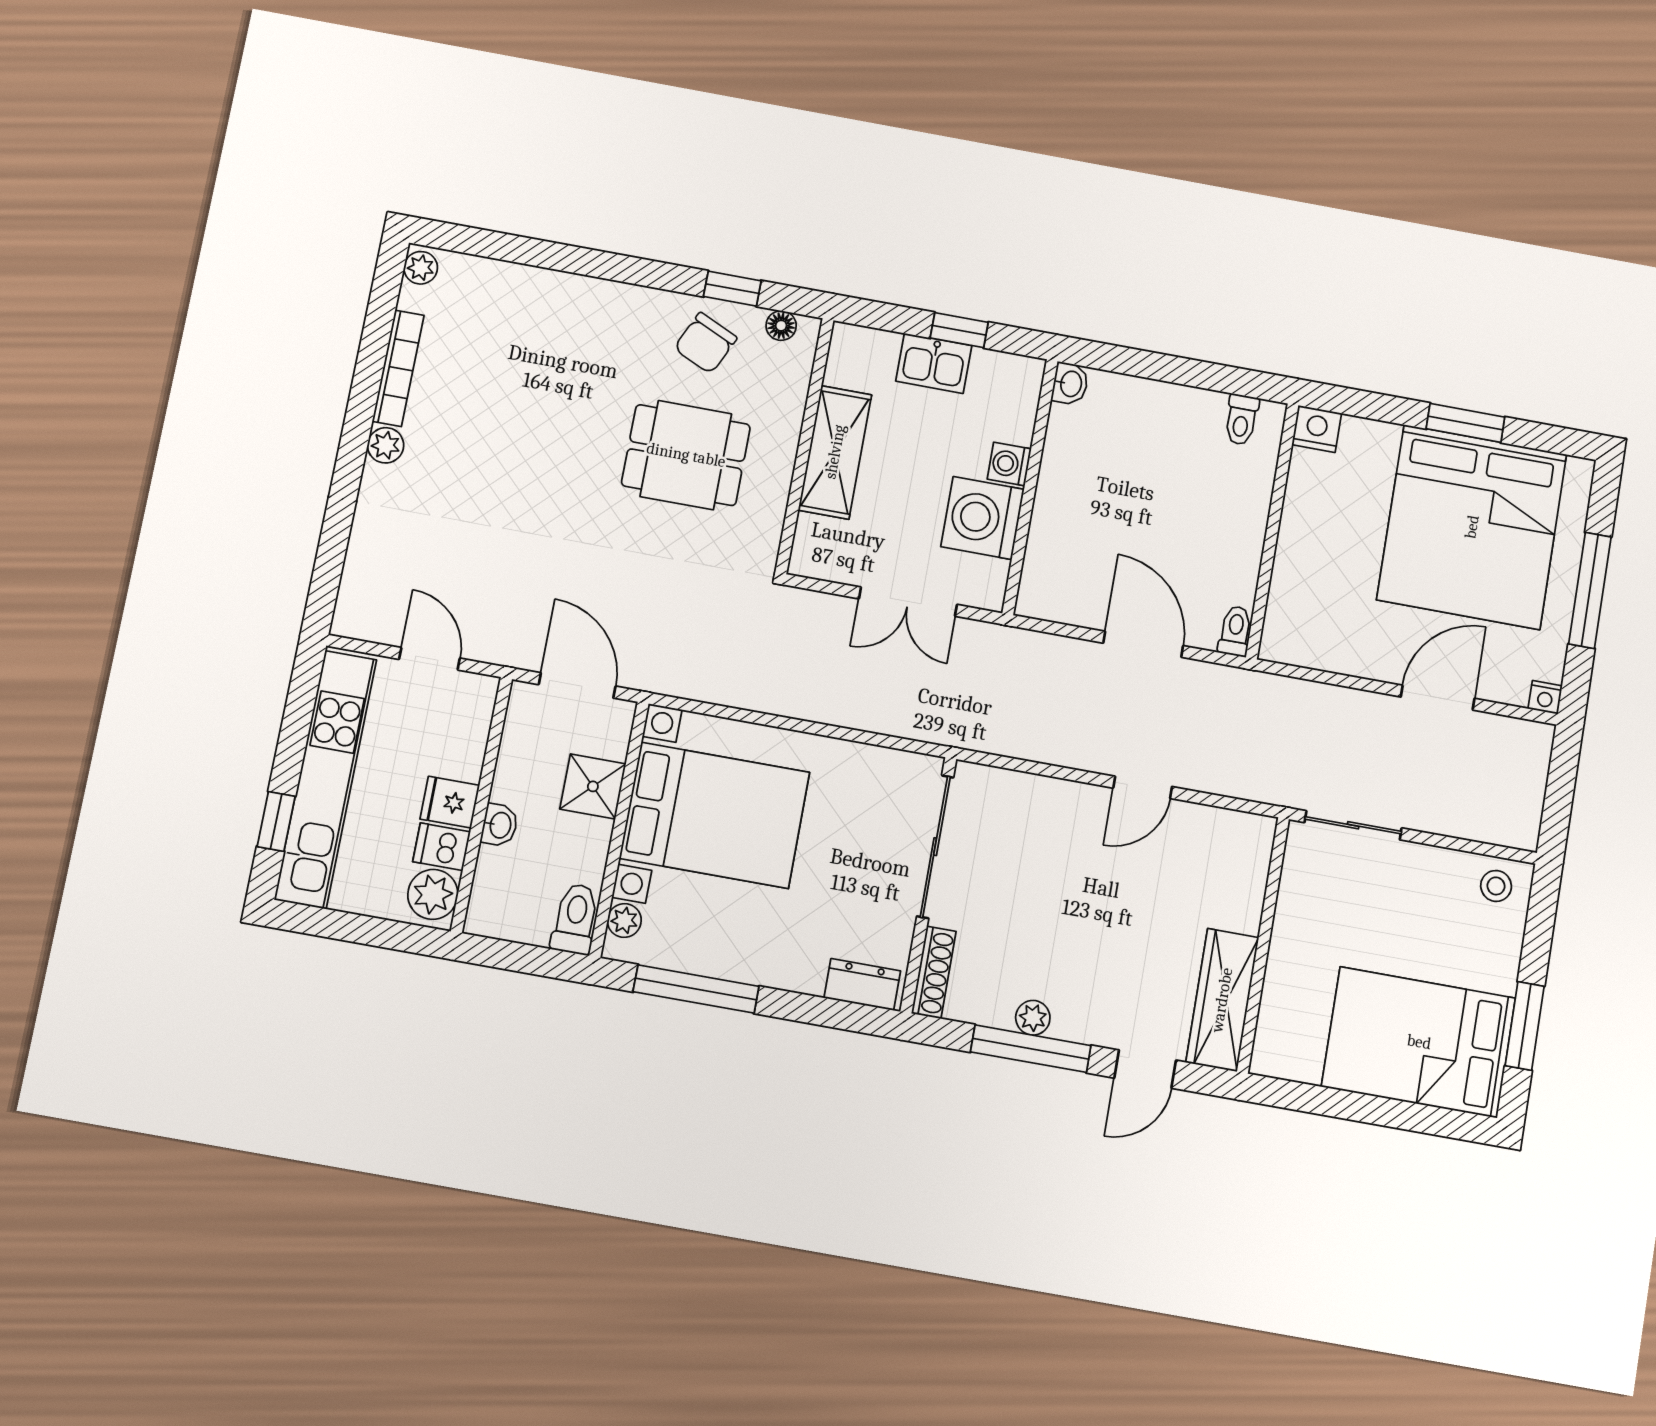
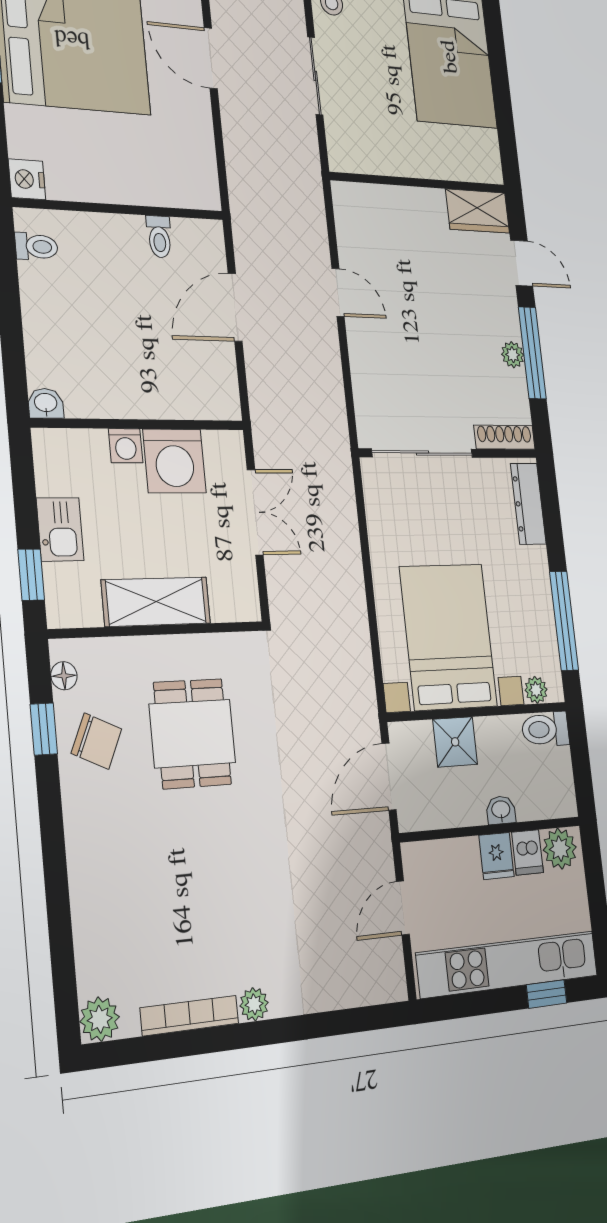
plant: (421, 268) -> (100, 1019), width x1.38, depth x1.38
window: (959, 330) -> (31, 575), moved
toilet: (1235, 631) -> (159, 237), moved, turned -90
sliding door: (1353, 825) -> (315, 76), moved
dresser: (862, 984) -> (528, 504), width x1.44
wardrobe: (1222, 1000) -> (478, 211), width x0.67

